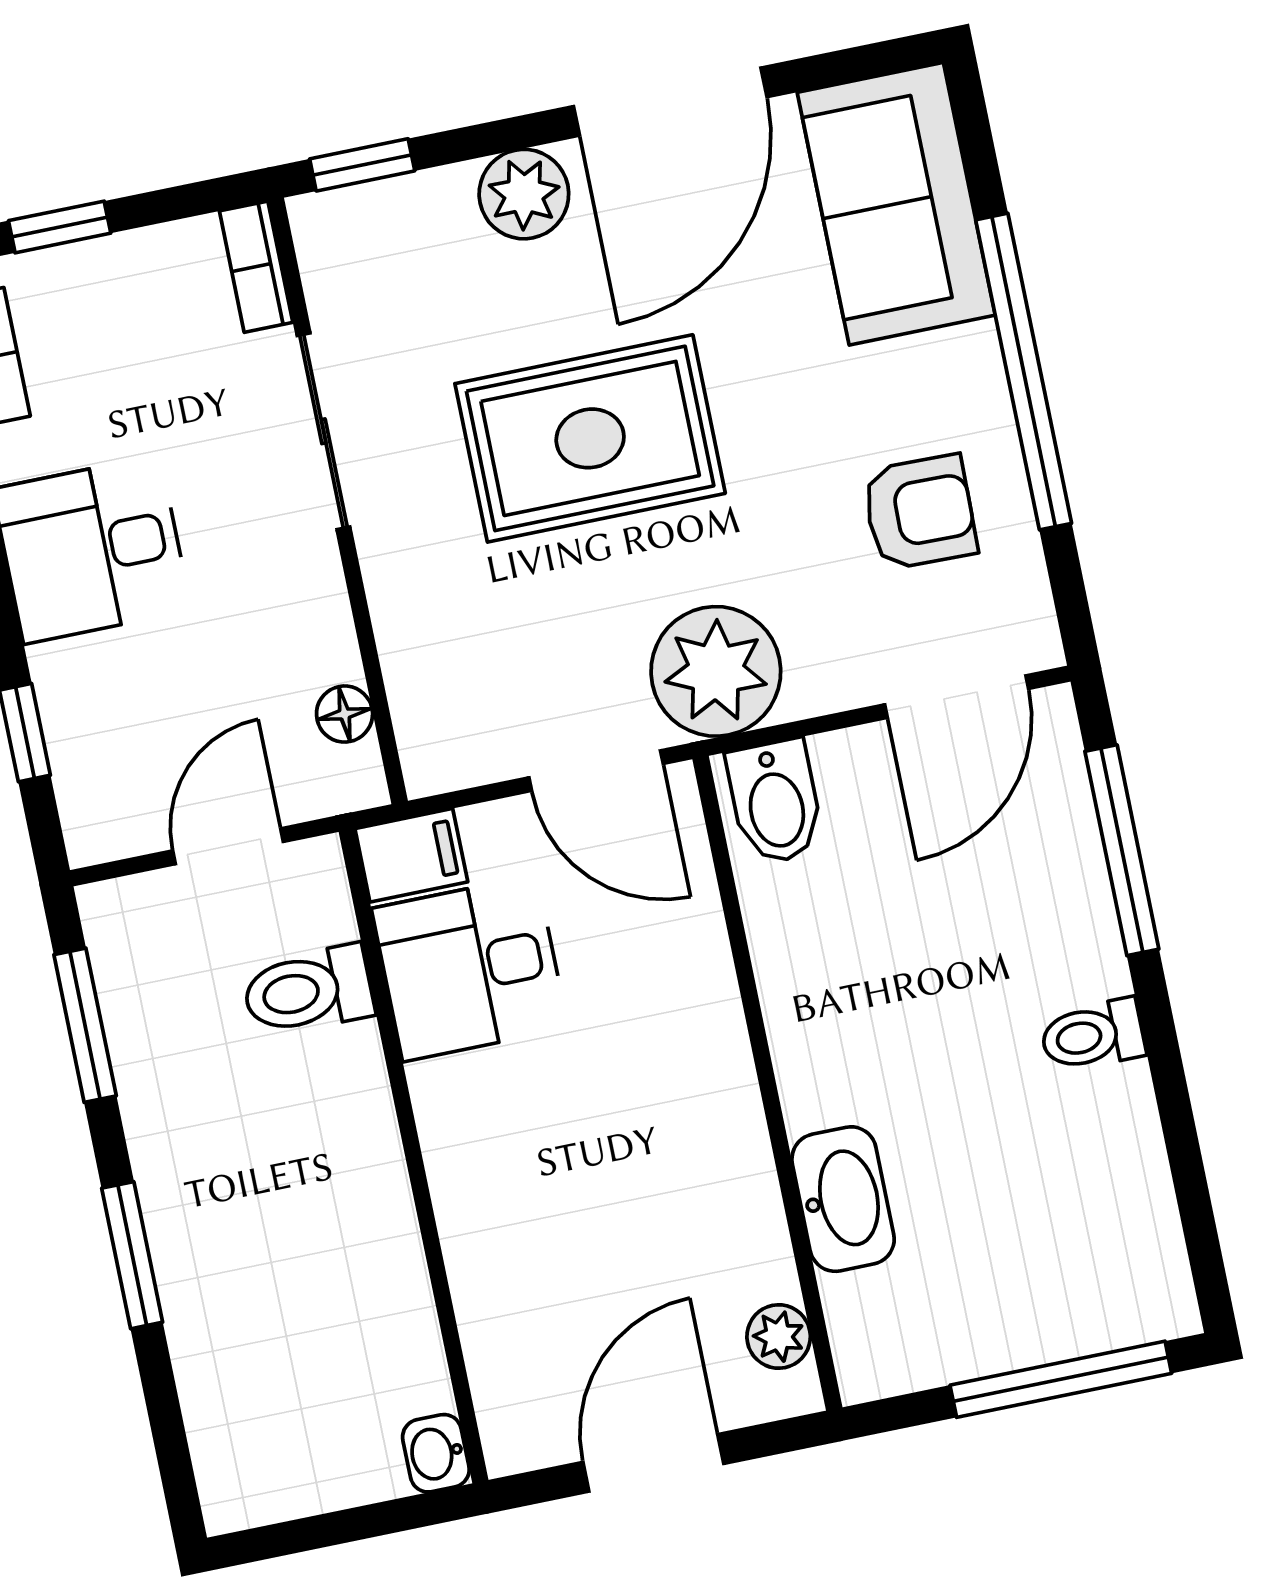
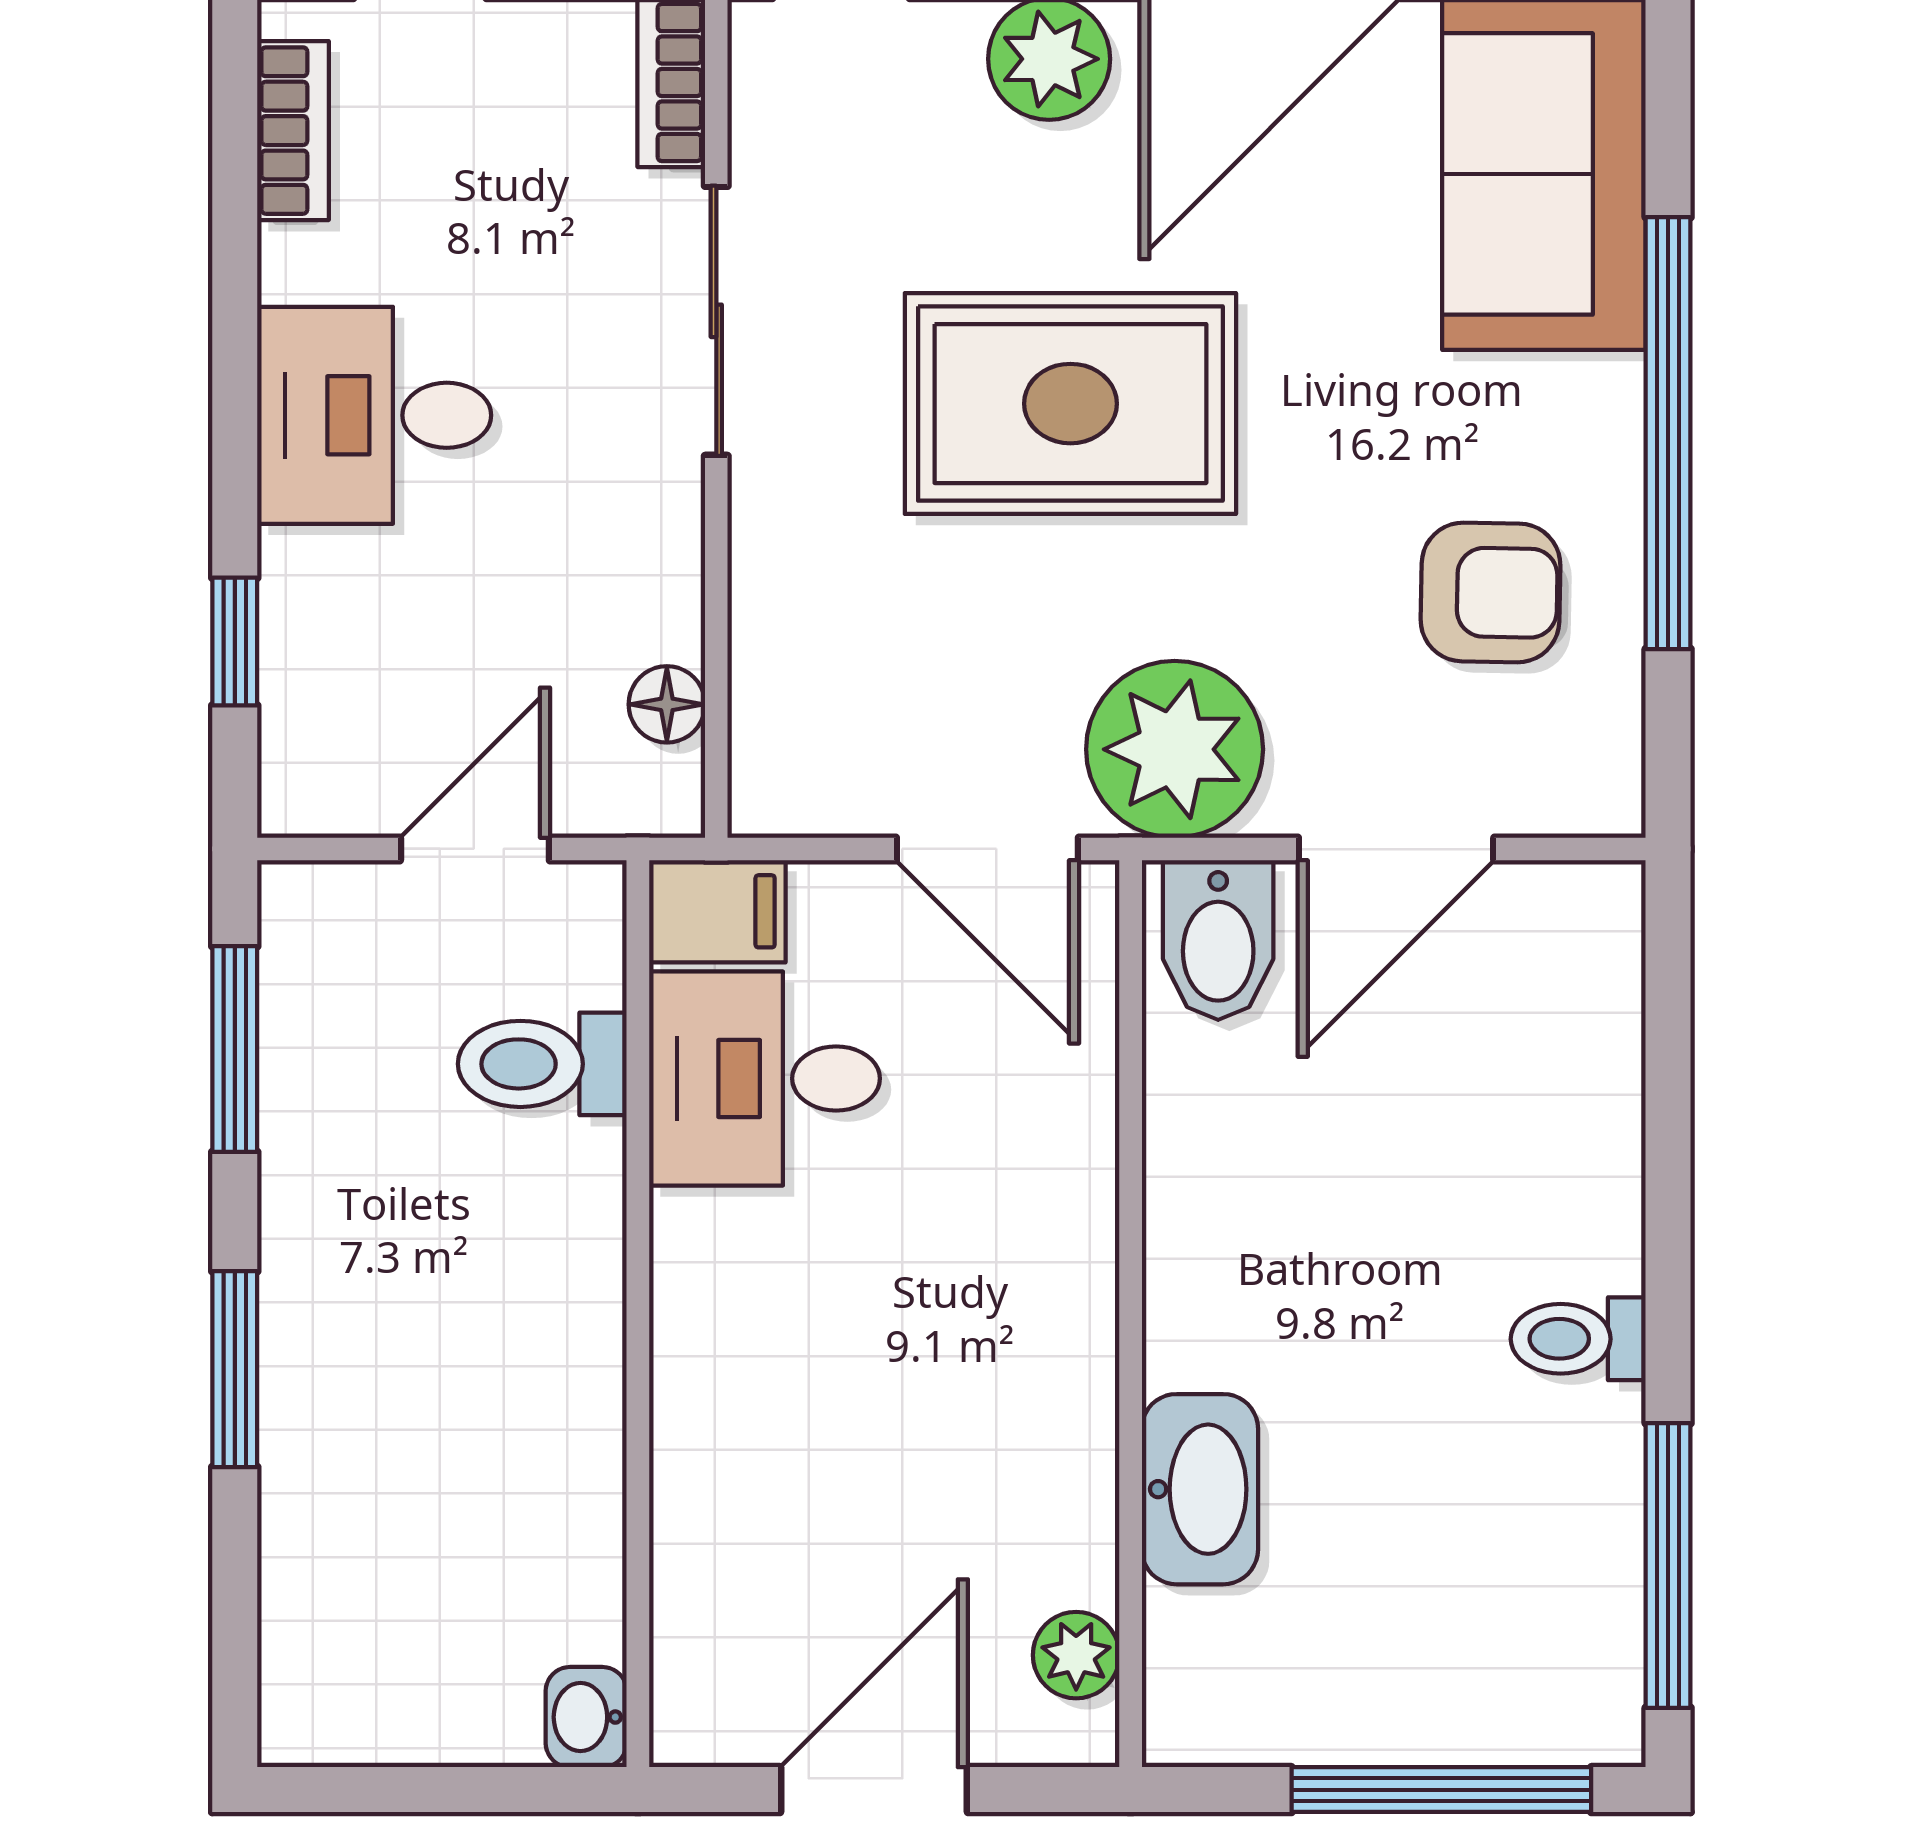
door: (957, 697) -> (1396, 849), moved
window: (1122, 850) -> (1668, 1566), moved

